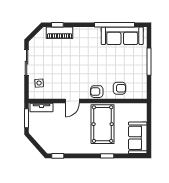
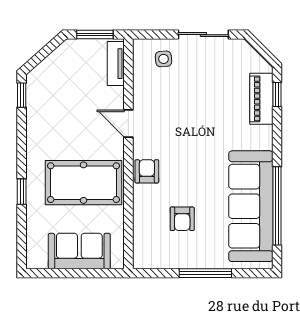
sofa: (122, 36) -> (251, 206), width x1.36, depth x1.27
armchair: (120, 88) -> (182, 219), moved
sofa: (138, 138) -> (79, 251), moved

